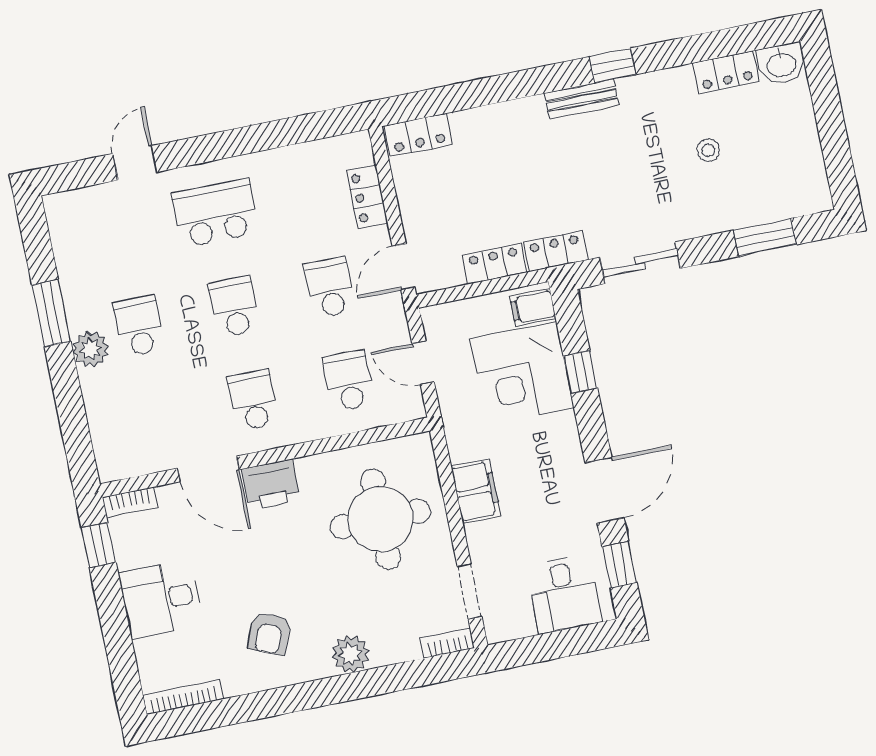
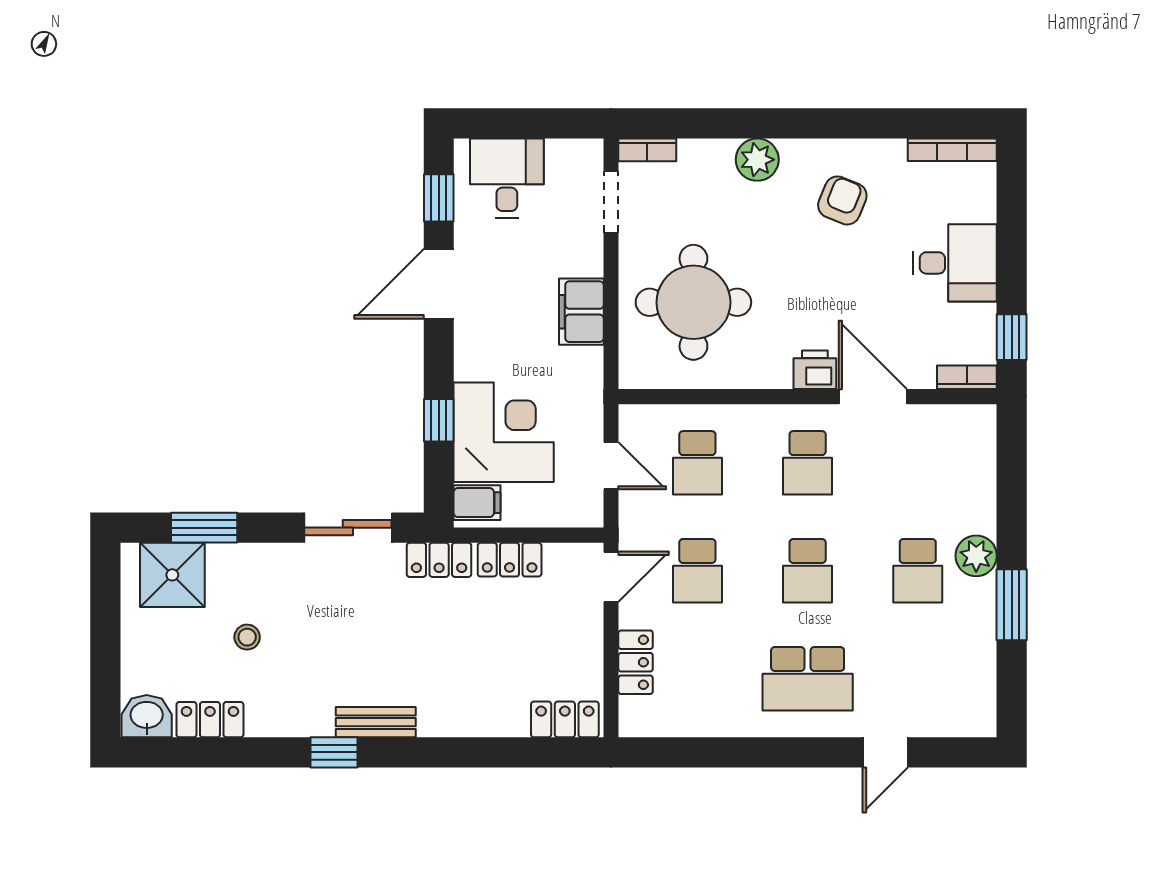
shower: (784, 191) -> (172, 575), added
printer: (271, 485) -> (815, 370), width x0.73, depth x0.81

